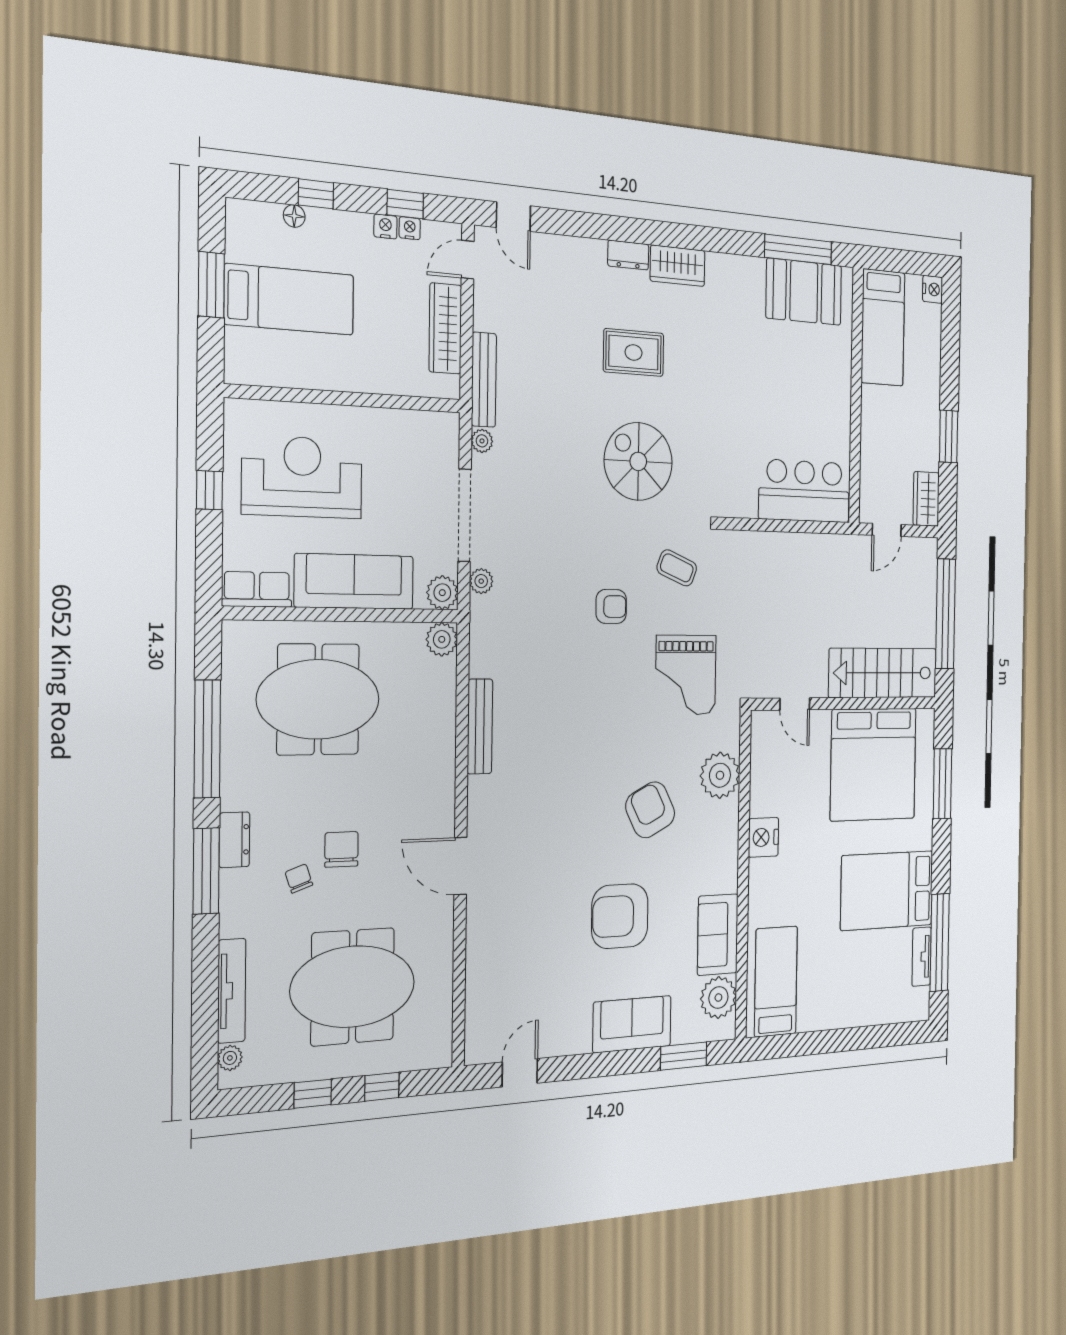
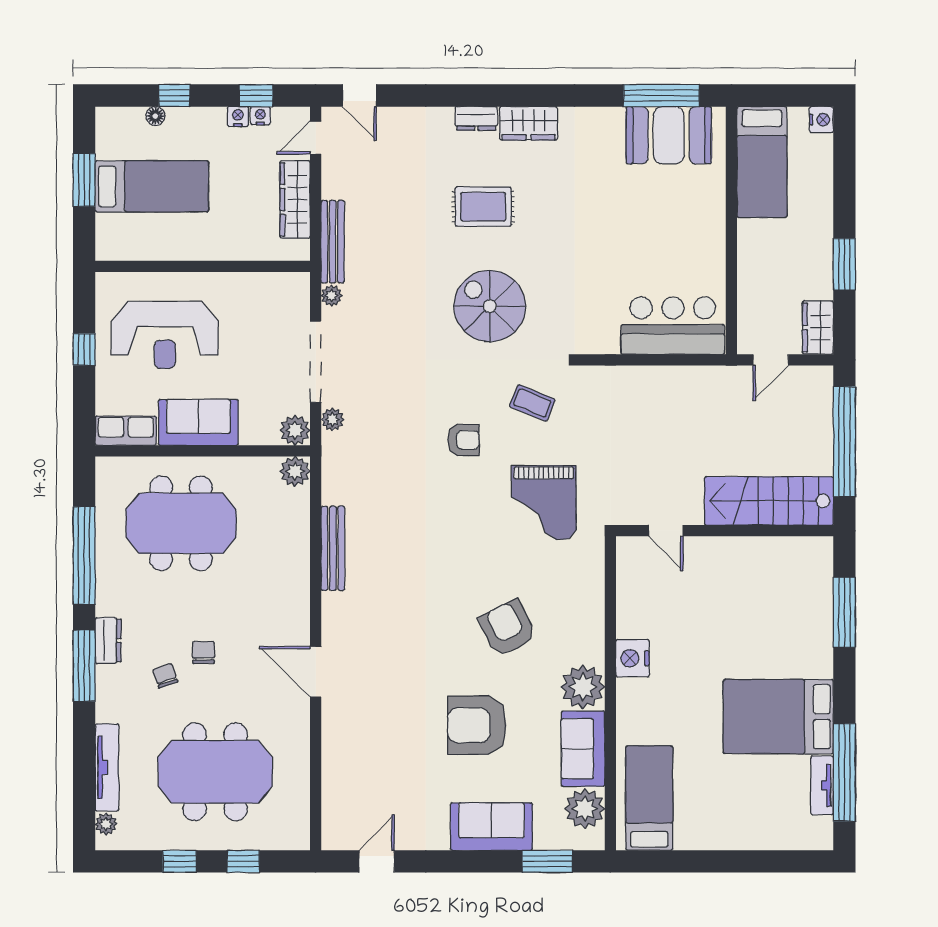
reception desk: (302, 477) -> (165, 335), turned 180
sofa: (354, 582) -> (198, 422), width x0.73
bed: (873, 764) -> (759, 591), removed
plant: (720, 775) -> (583, 687), moved
chair: (341, 849) -> (203, 653), width x0.73, depth x0.73

